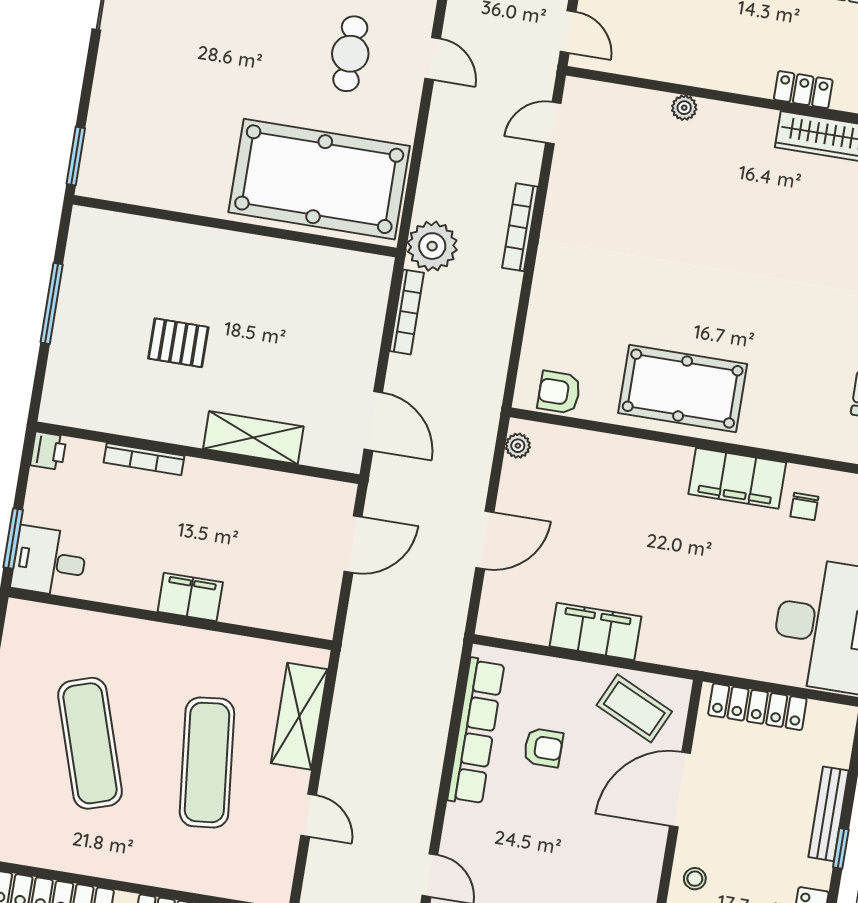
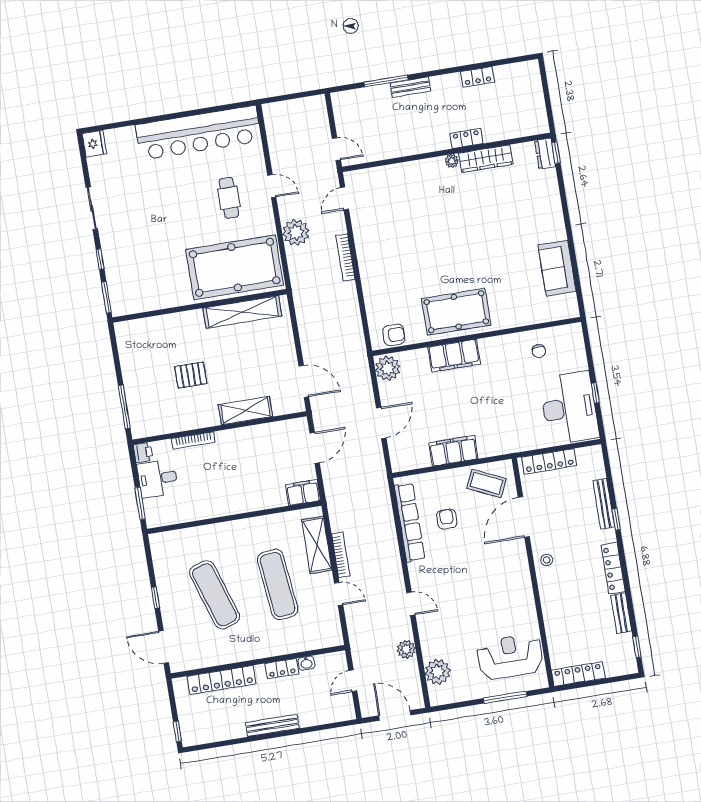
window: (87, 85) -> (100, 259), added
plant: (684, 108) -> (452, 161), moved
plant: (432, 246) -> (296, 232), moved
shelving: (306, 262) -> (242, 312), added
window: (52, 303) -> (124, 407), moved
bookcase: (407, 312) -> (341, 555), moved
armchair: (559, 392) -> (394, 335), turned 180
plant: (518, 446) -> (388, 368), width x1.87, depth x1.87
filing cabinet: (737, 478) -> (454, 356), moved
desk: (49, 562) -> (158, 479), moved
filing cabinet: (190, 597) -> (303, 493), moved
armchair: (543, 748) -> (447, 519), turned -90

